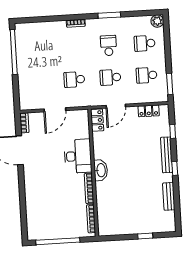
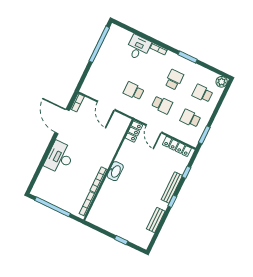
desk: (55, 33) -> (138, 48), added
school desk: (110, 77) -> (162, 105), turned 180
door: (116, 106) -> (154, 129), hinge flipped
door: (55, 110) -> (106, 106), hinge flipped
locker: (149, 111) -> (177, 146), width x1.53
desk: (78, 156) -> (60, 157), moved, turned 180

